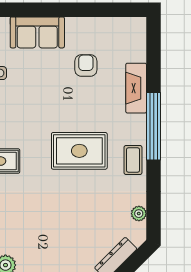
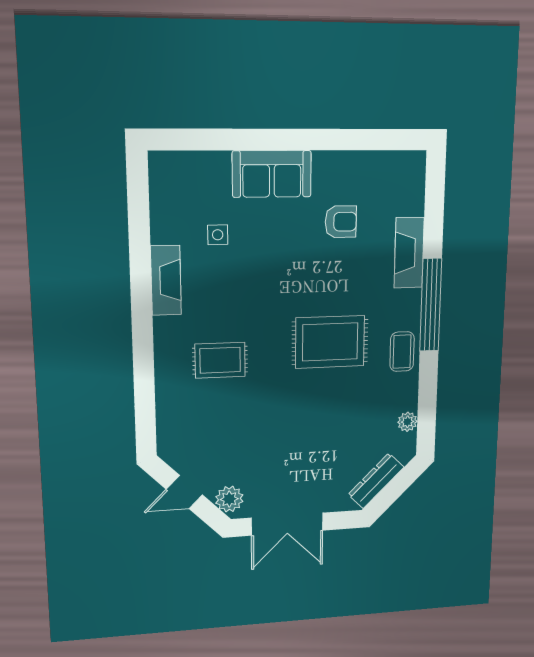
armchair: (86, 65) -> (341, 222), turned 90

